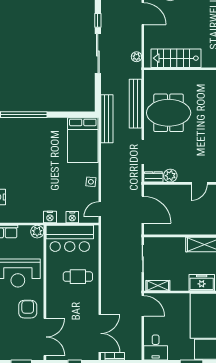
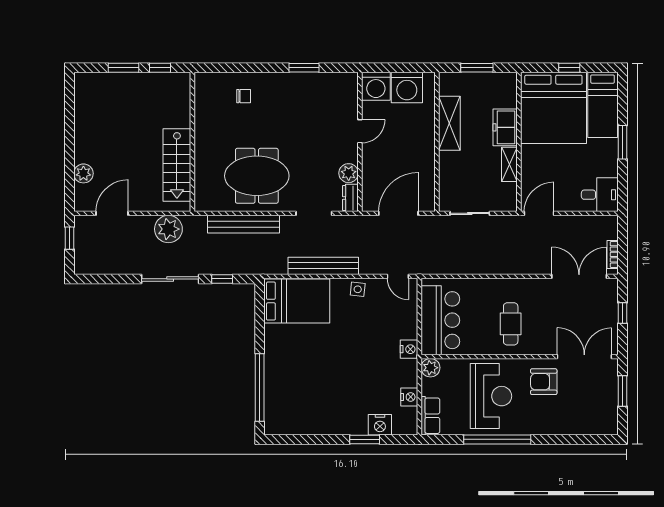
window: (98, 20) -> (222, 279), moved
plant: (137, 57) -> (168, 229), width x1.87, depth x1.87
meeting table: (169, 113) -> (257, 176), turned 90
bench: (107, 119) -> (323, 266), moved
door: (199, 183) -> (360, 131), hinge flipped
nightstand: (72, 217) -> (409, 397), moved
cafe table: (78, 277) -> (511, 324), moved
shelving: (158, 286) -> (509, 164), moved

